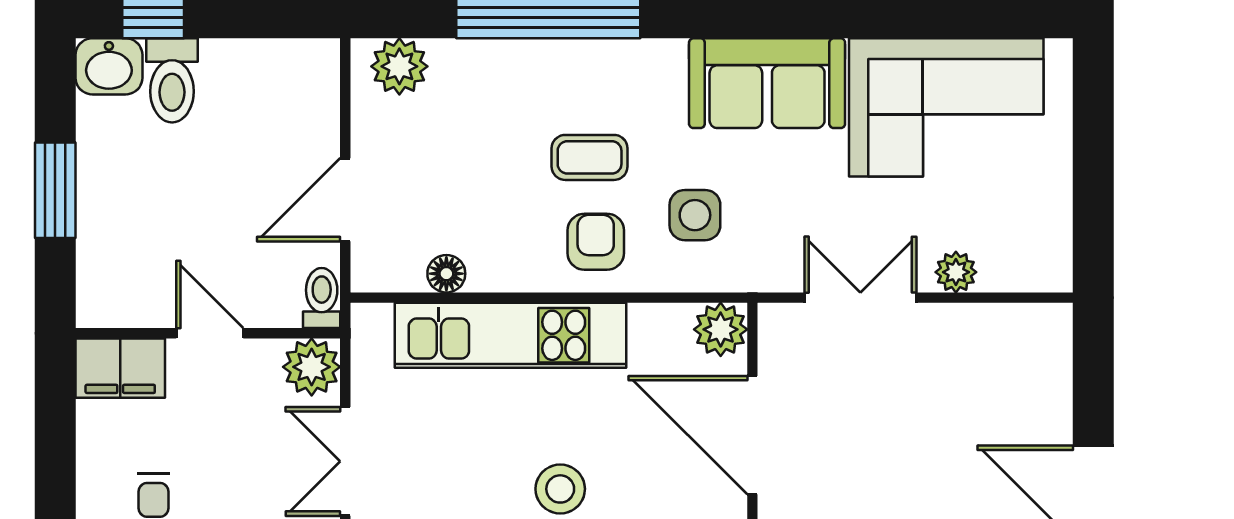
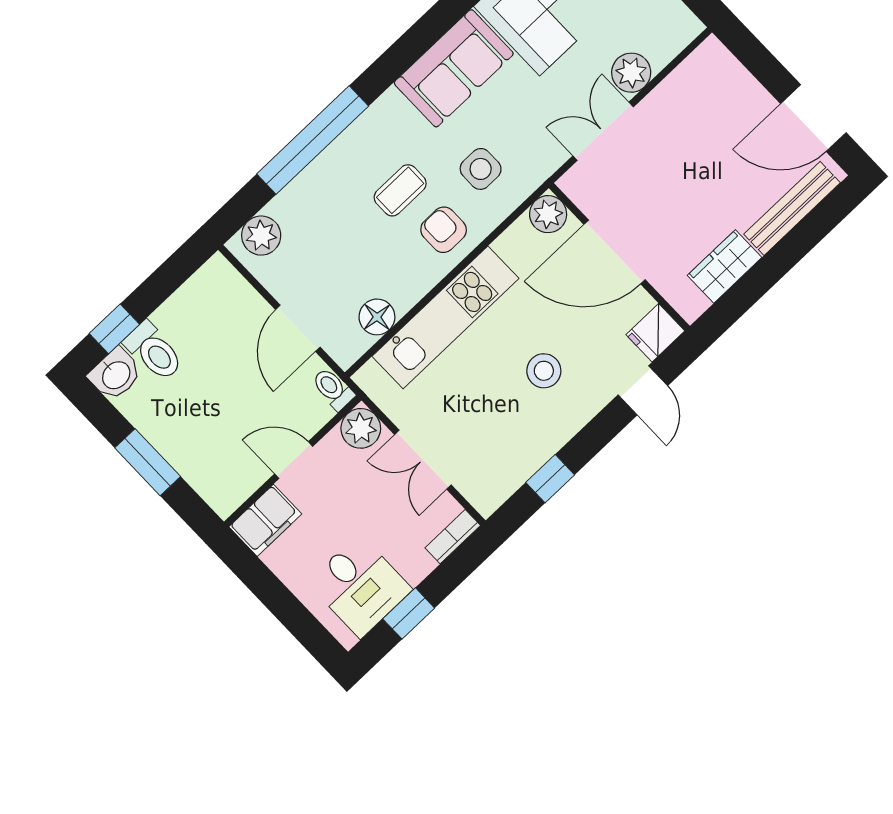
plant: (956, 272) -> (631, 73), width x1.38, depth x1.38
floor lamp: (446, 274) -> (377, 317), width x1.37, depth x1.37

